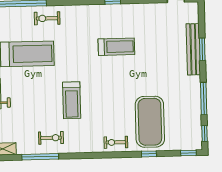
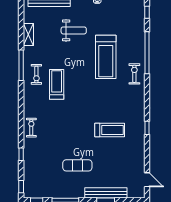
treadmill: (116, 47) -> (110, 130), turned -90
treadmill: (72, 100) -> (57, 84), moved, turned 90
exercise mat: (150, 122) -> (77, 165), moved, width x0.50, depth x0.69

